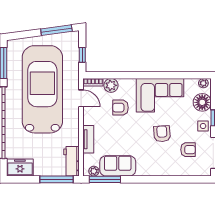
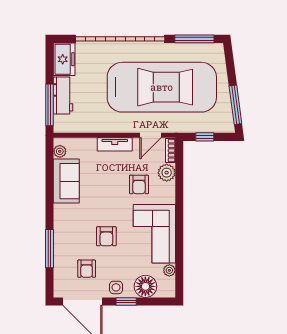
plant: (203, 83) -> (169, 270), moved
armchair: (120, 108) -> (139, 184), turned 180
armchair: (162, 134) -> (106, 236), turned 94
tv unit: (88, 139) -> (115, 144), moved
workbench: (71, 161) -> (63, 96), moved, turned 90
window: (105, 179) -> (50, 249), moved

